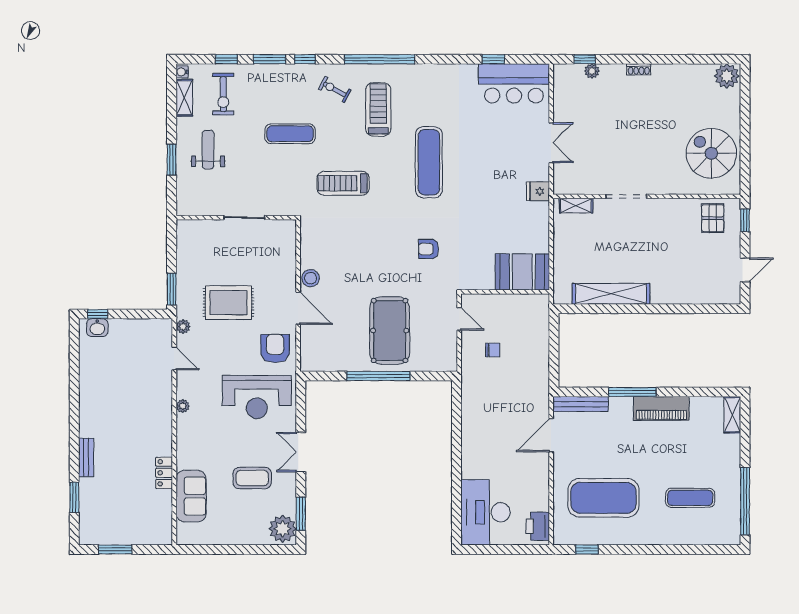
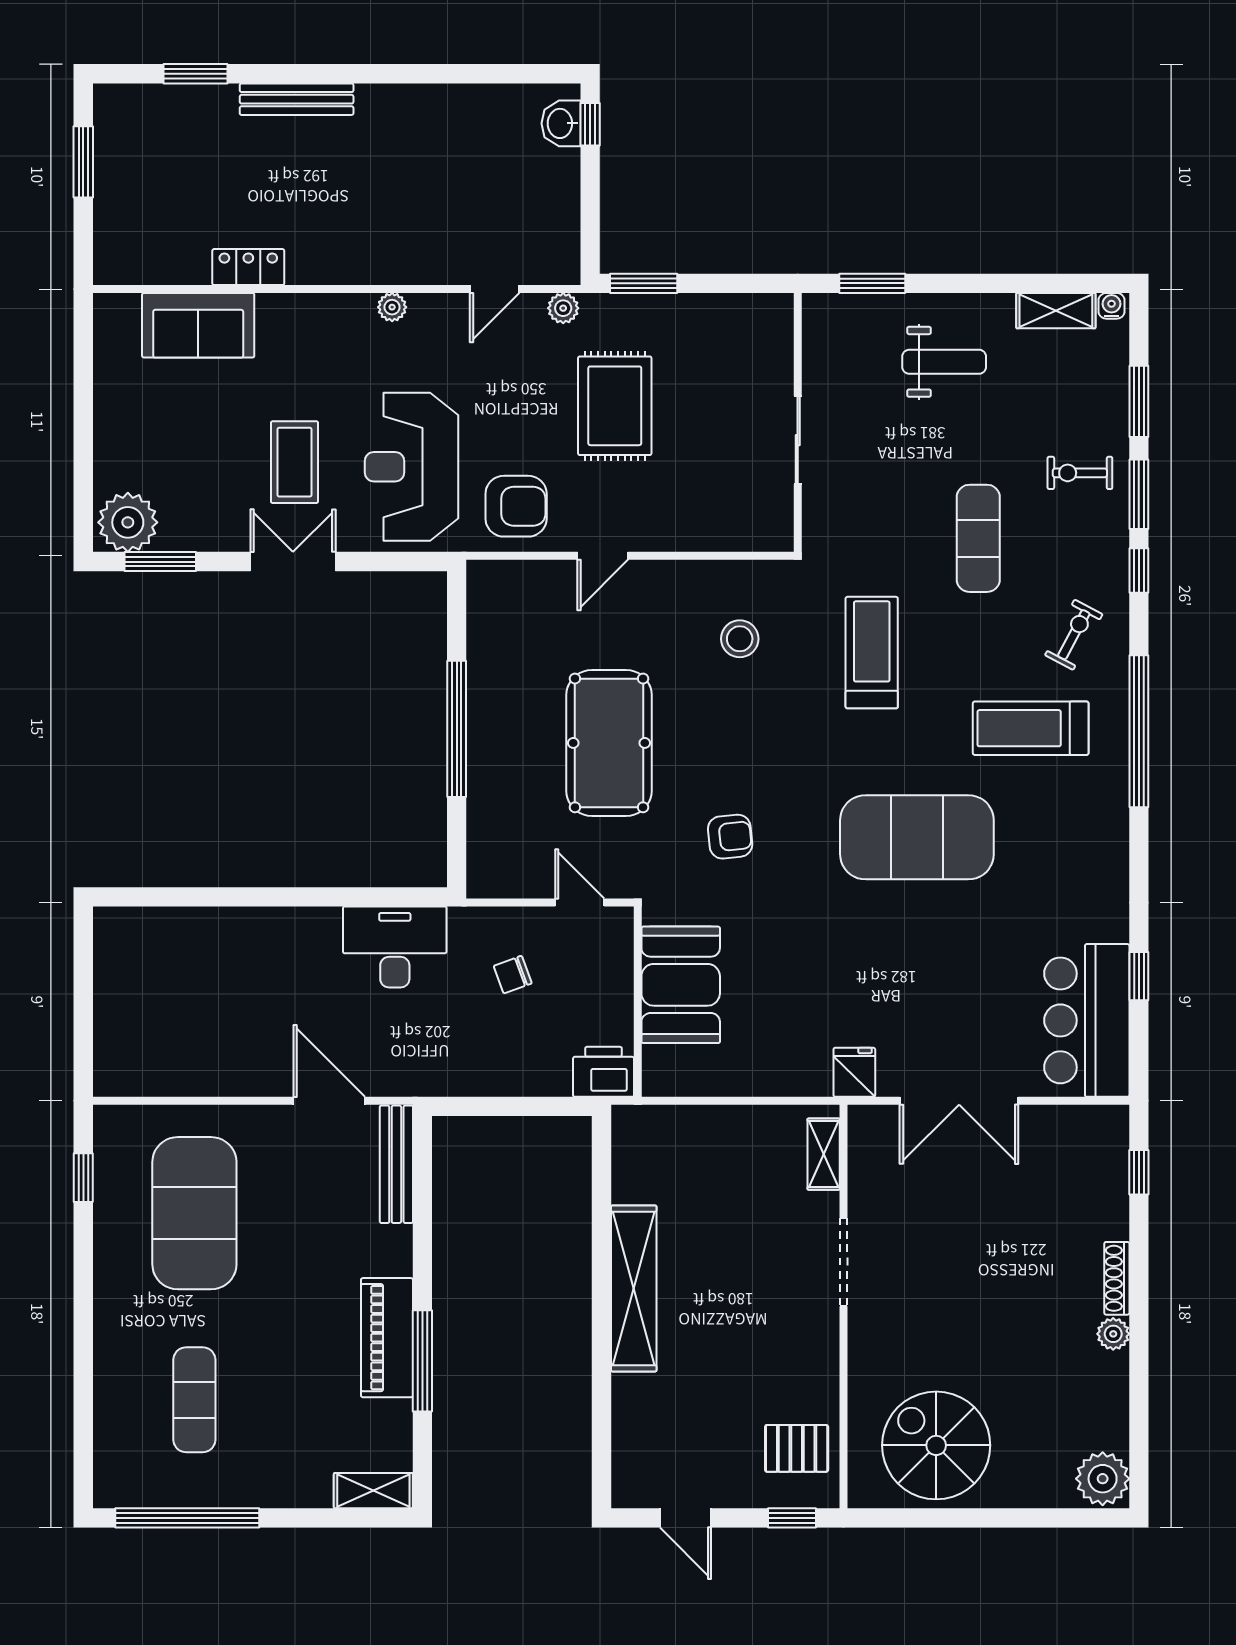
window: (226, 59) -> (1139, 401), width x1.50
shoe rack: (639, 69) -> (1117, 1278), width x1.43
plant: (592, 71) -> (1113, 1334), moved
exercise bike: (223, 94) -> (1080, 473), moved, width x0.73, depth x0.72
treadmill: (378, 109) -> (1031, 728), turned 180
double door: (551, 143) -> (959, 1101), width x1.37
spiral stairs: (711, 153) -> (936, 1445), turned -90
window: (172, 160) -> (872, 283), moved
exercise mat: (429, 162) -> (917, 837), width x1.47
armchair: (429, 249) -> (730, 837), turned 84
booth: (522, 272) -> (681, 985), moved
stool: (310, 278) -> (740, 639), moved
shelving: (611, 294) -> (634, 1288), moved
door: (298, 308) -> (603, 556), width x0.73
door: (459, 319) -> (580, 903), swing flipped
pool table: (390, 331) -> (609, 743), moved, turned 90
chair: (493, 350) -> (513, 975), turned 70
window: (632, 392) -> (422, 1361), moved
bench: (86, 457) -> (297, 99), width x1.36
coffee table: (252, 478) -> (294, 462), moved
desk: (485, 512) -> (395, 947), moved, width x0.73, depth x0.77
printer: (538, 526) -> (604, 1072), moved

